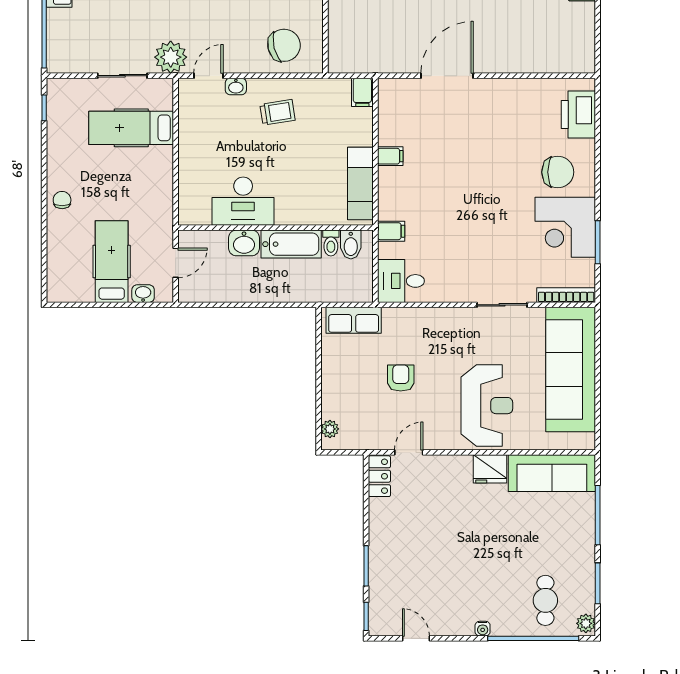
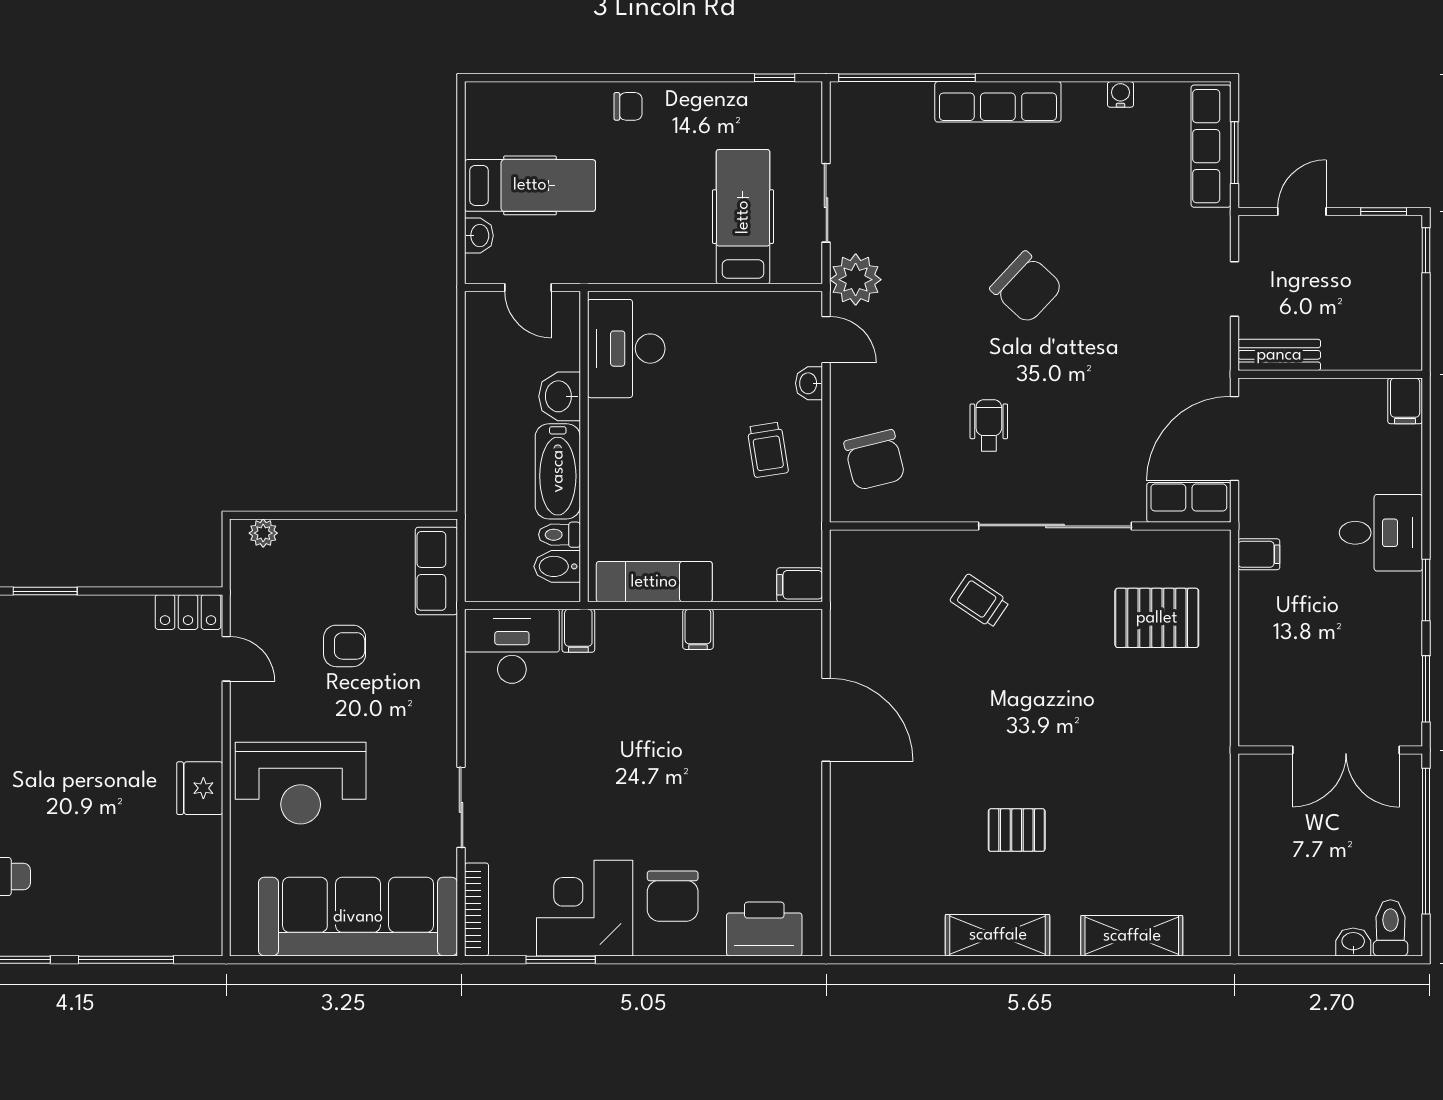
desk: (243, 201) -> (626, 349), moved
desk: (401, 281) -> (512, 646), width x1.37
sofa: (552, 473) -> (193, 887), removed

